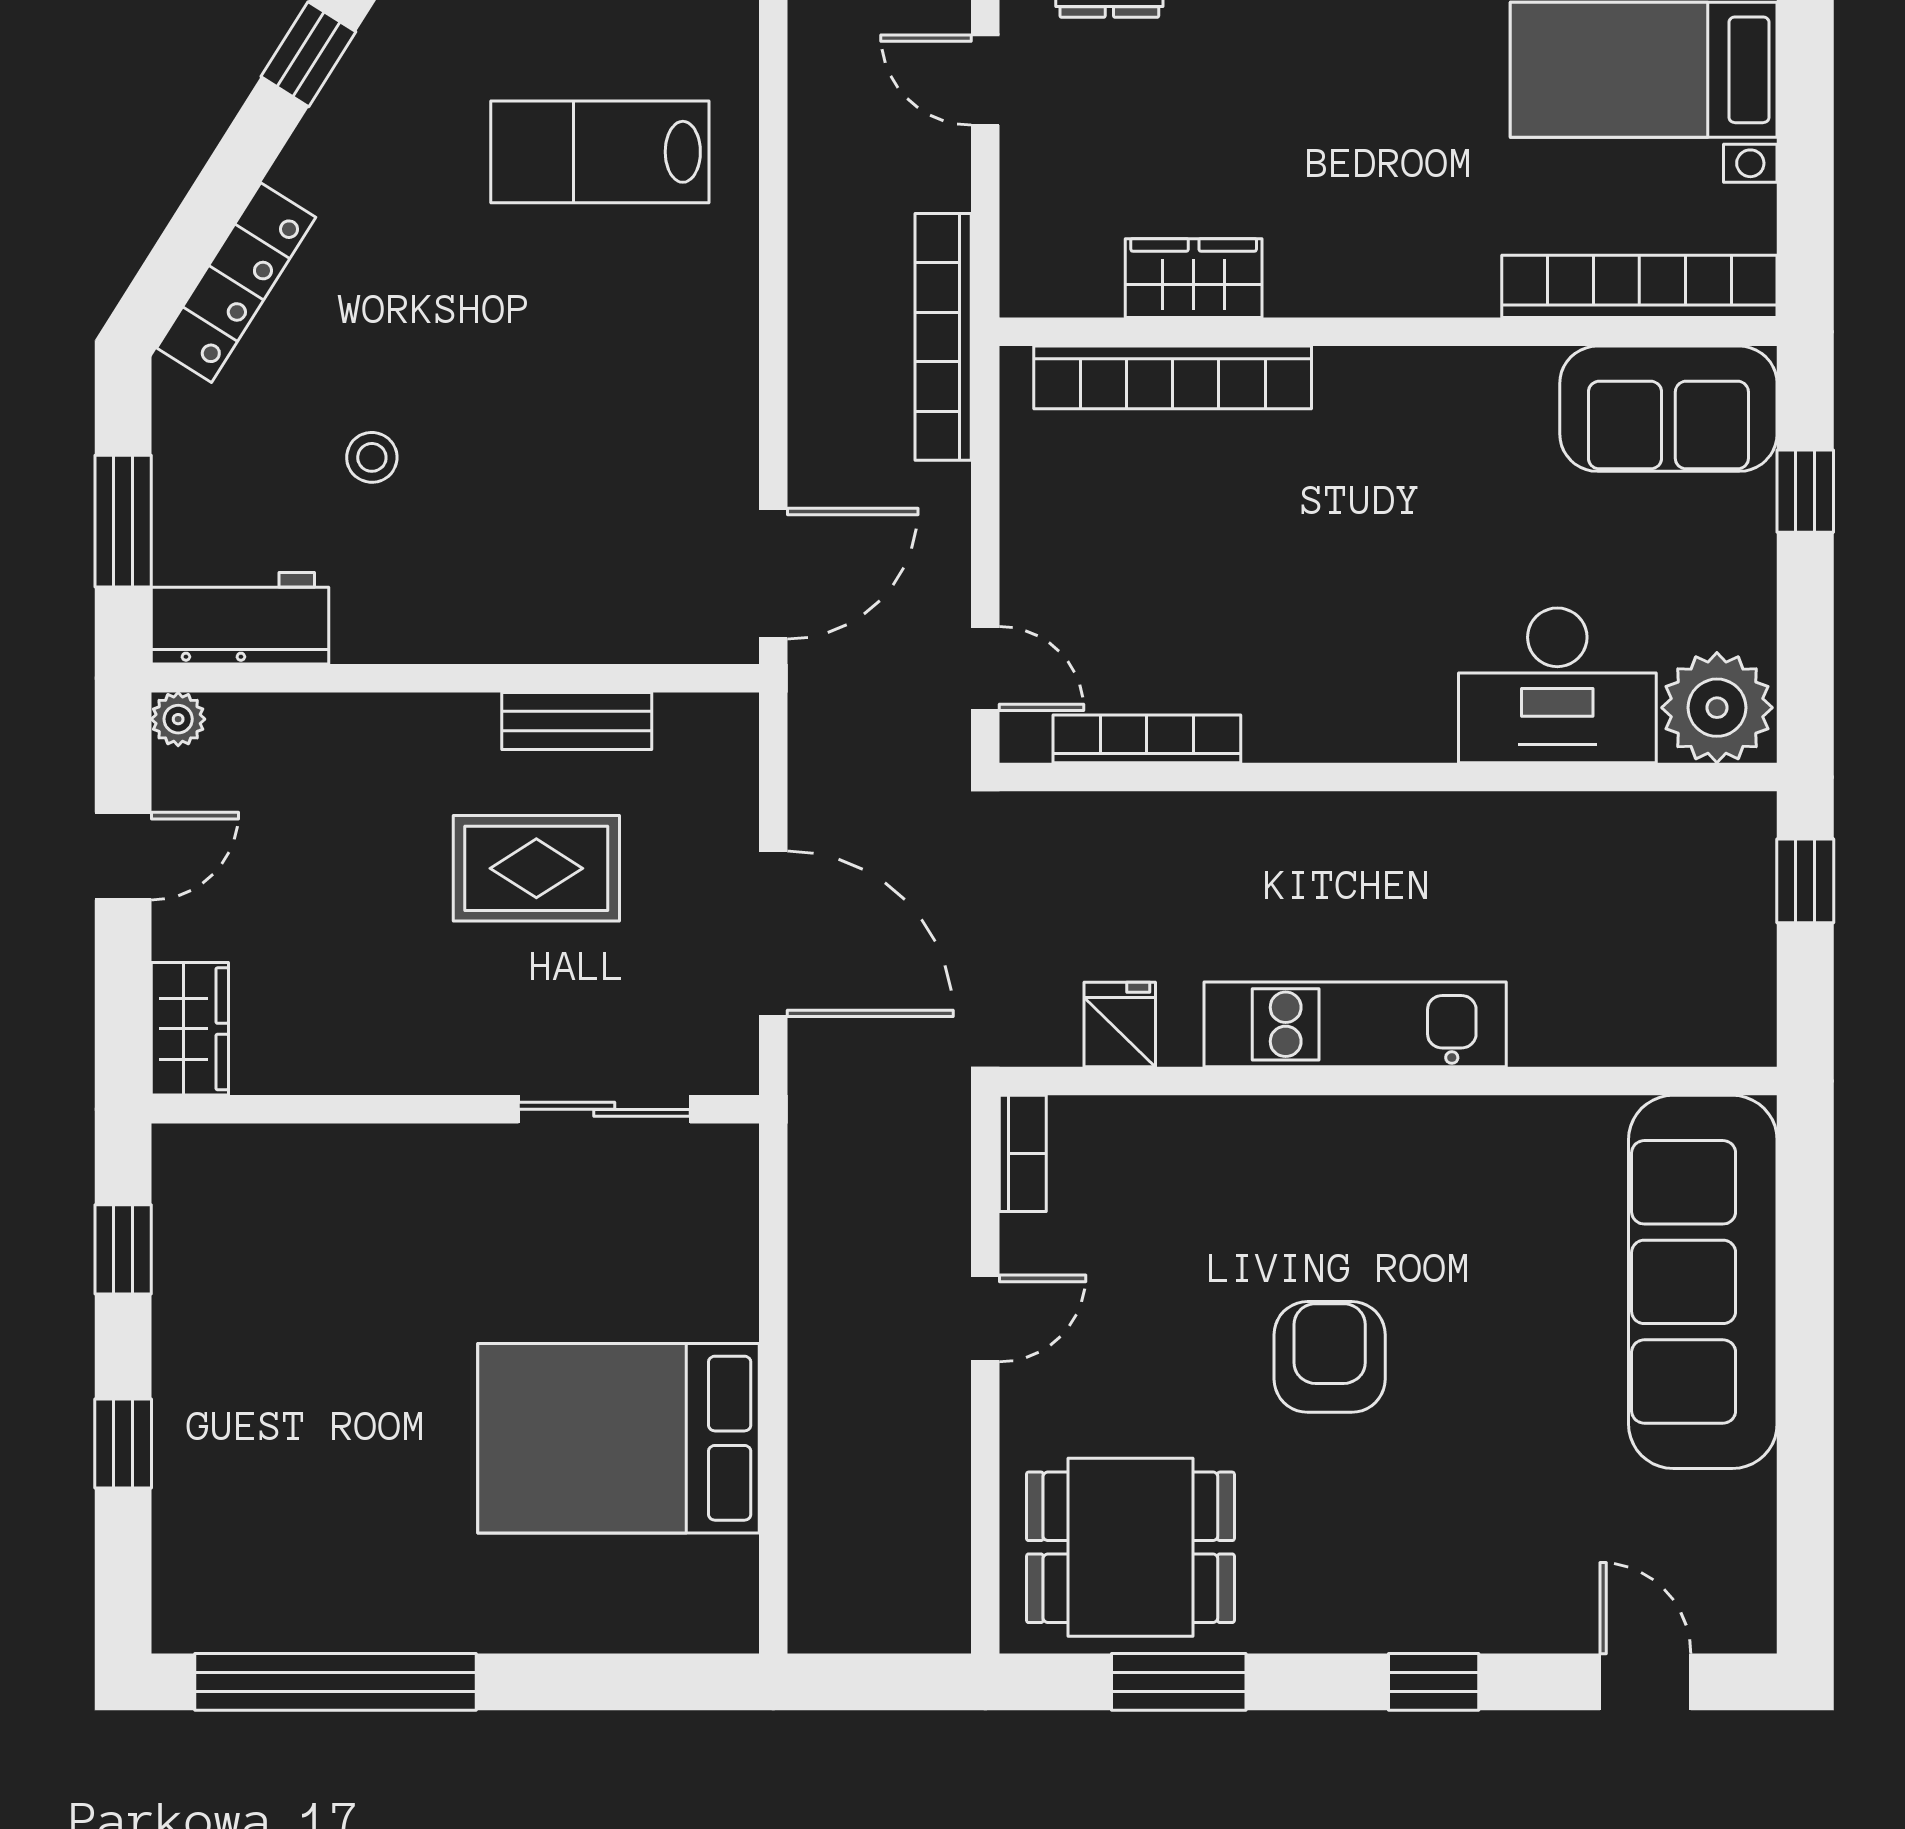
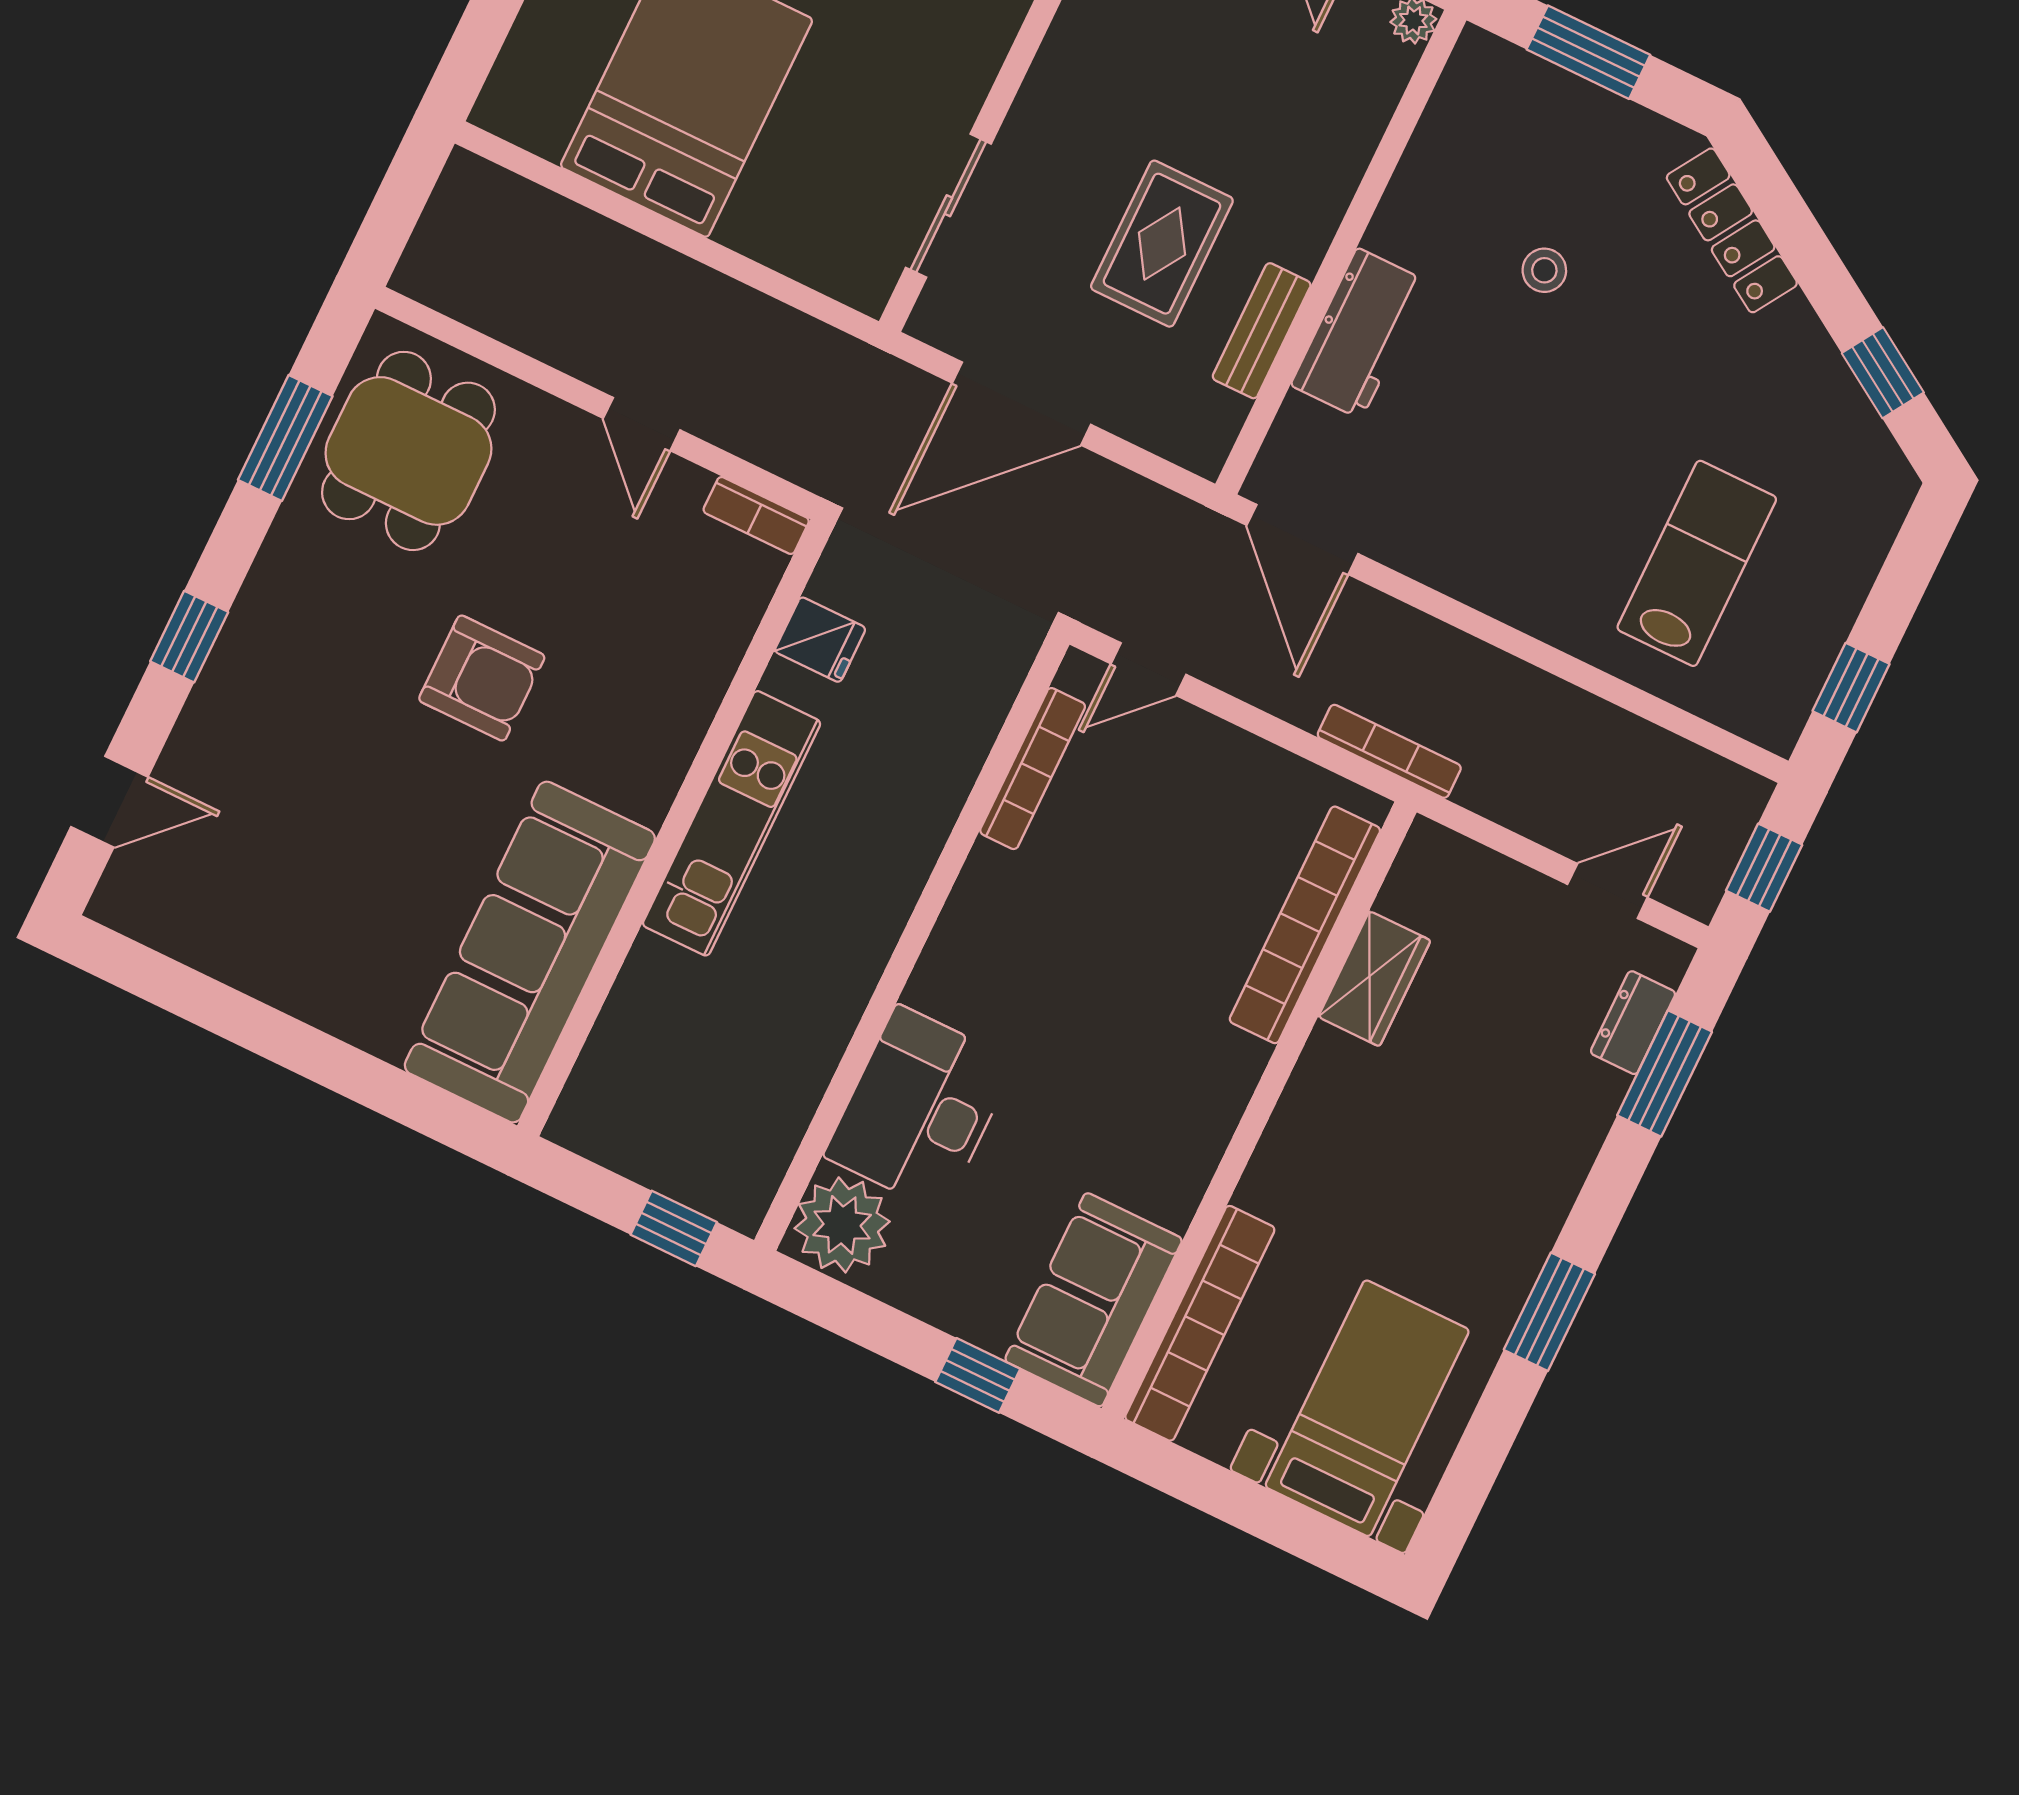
bookcase: (943, 337) -> (1389, 751), width x0.68, depth x0.76
workbench: (240, 618) -> (1359, 333), moved
sofa: (1703, 1282) -> (530, 952), moved, turned -90

